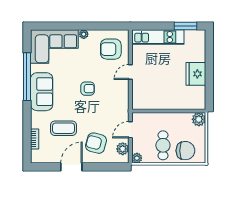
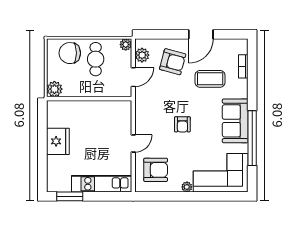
armchair: (88, 89) -> (182, 124), turned -90

